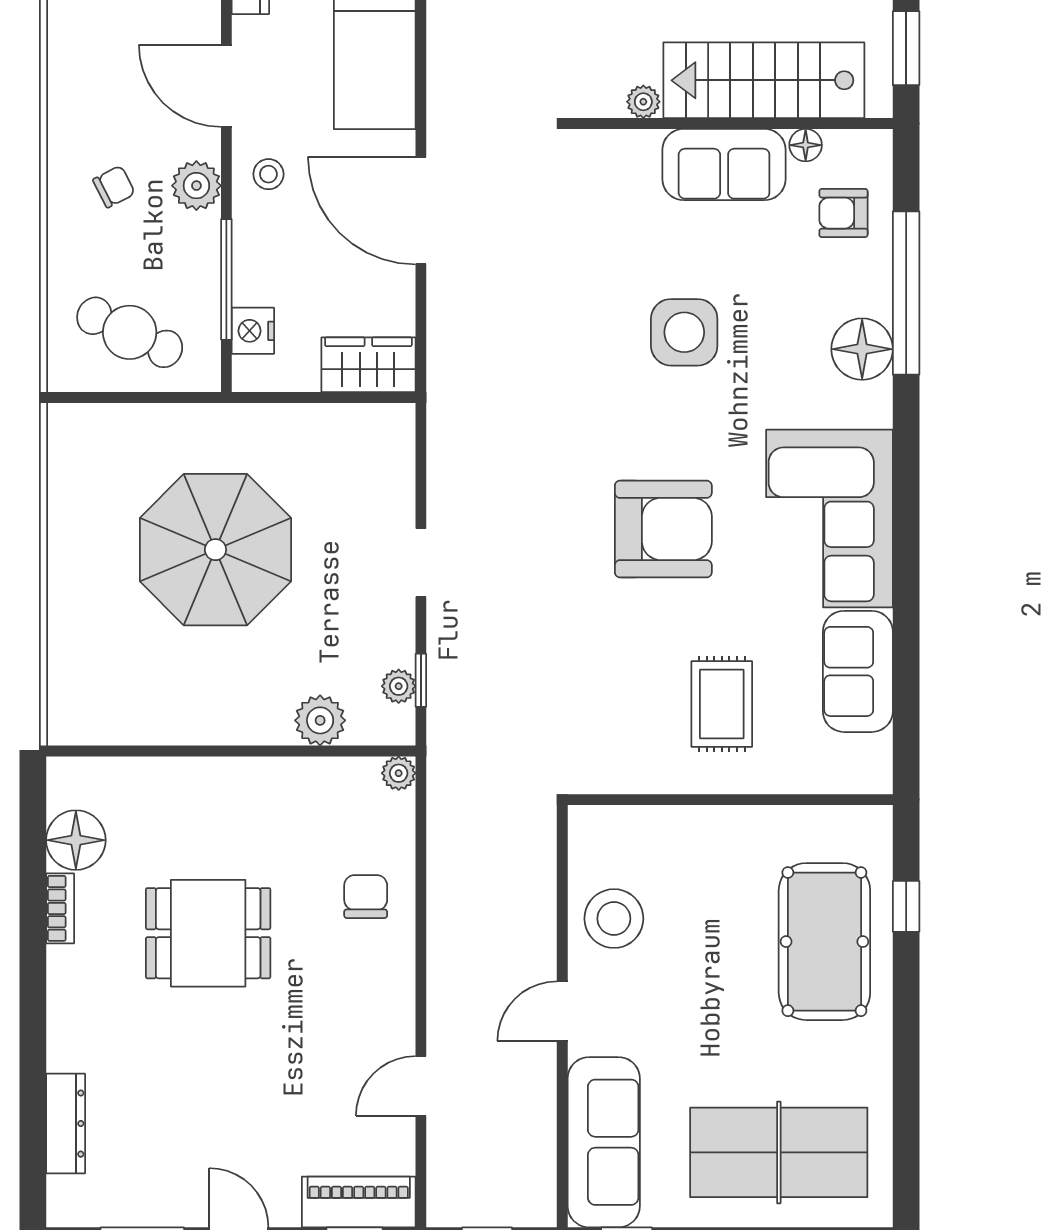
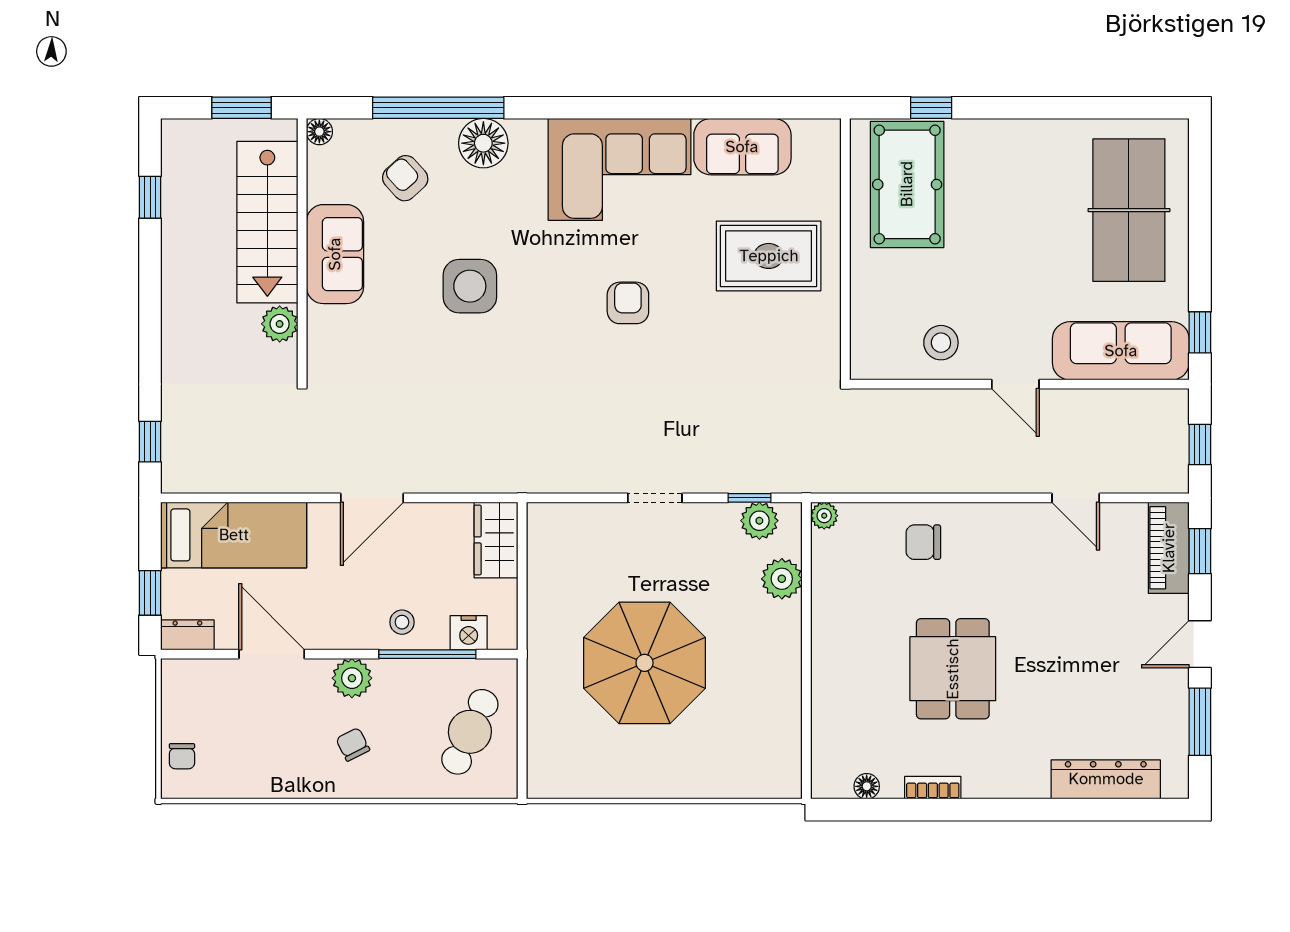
door: (226, 86) -> (272, 654), swing flipped
plant: (643, 102) -> (280, 324), width x1.38, depth x1.38
floor lamp: (806, 145) -> (319, 132), moved
stool: (268, 174) -> (402, 622), moved
door: (421, 211) -> (372, 498), width x0.73
armchair: (843, 213) -> (405, 178), moved, turned 138
armchair: (663, 529) -> (628, 303), width x0.53, depth x0.53
plant: (399, 686) -> (759, 521), width x1.38, depth x1.38
rug: (722, 704) -> (769, 256), width x1.36, depth x1.43
floor lamp: (76, 840) -> (867, 786), width x0.53, depth x0.53
stool: (614, 919) -> (941, 343), width x0.73, depth x0.73
pool table: (824, 942) -> (907, 184), moved, turned 90
dresser: (66, 1124) -> (1106, 779), width x1.37, depth x1.24

